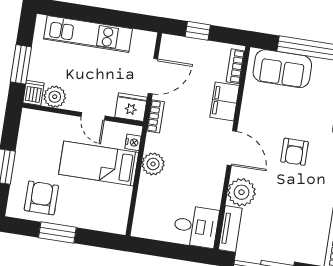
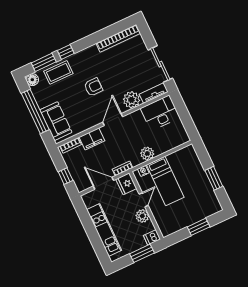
plant: (55, 97) -> (142, 216), moved
armchair: (41, 198) -> (202, 198), removed
desk: (196, 226) -> (160, 113), width x1.37

